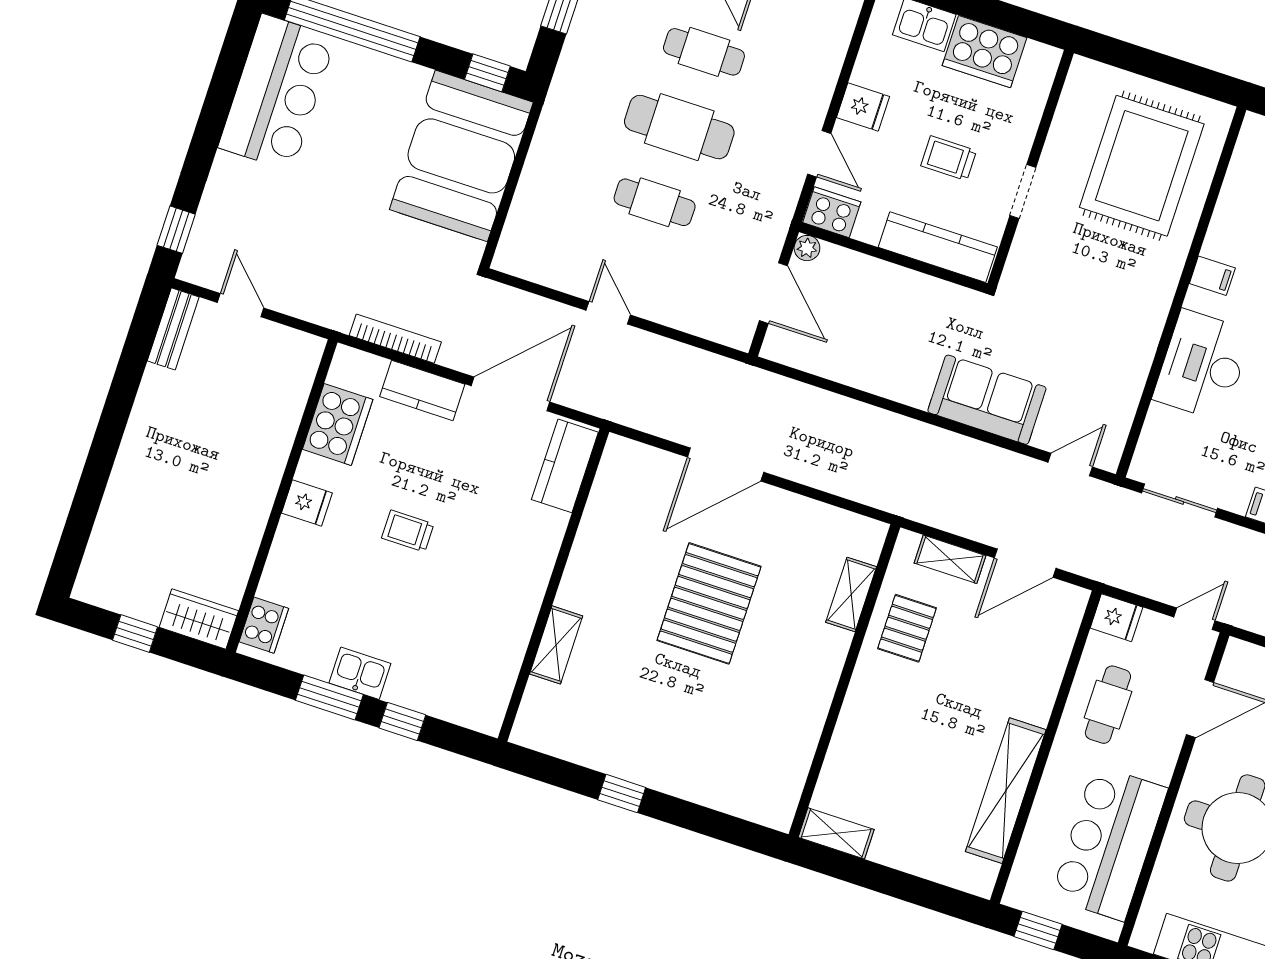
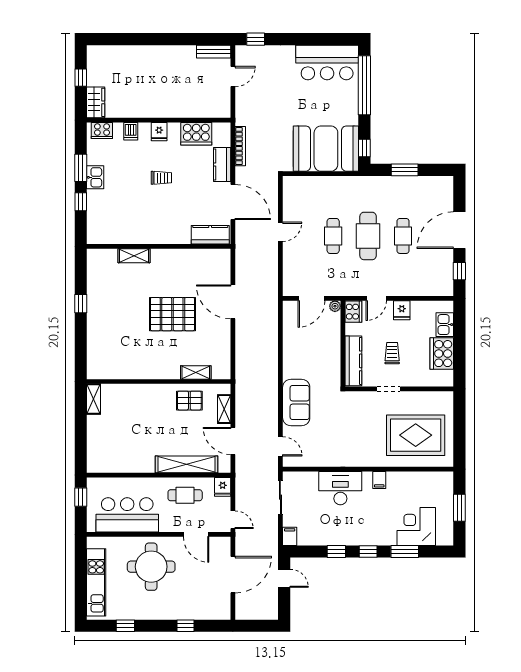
trolley: (408, 531) -> (161, 178), turned 90
dishwasher: (286, 564) -> (131, 131), added
shelving: (1006, 791) -> (186, 464), moved

